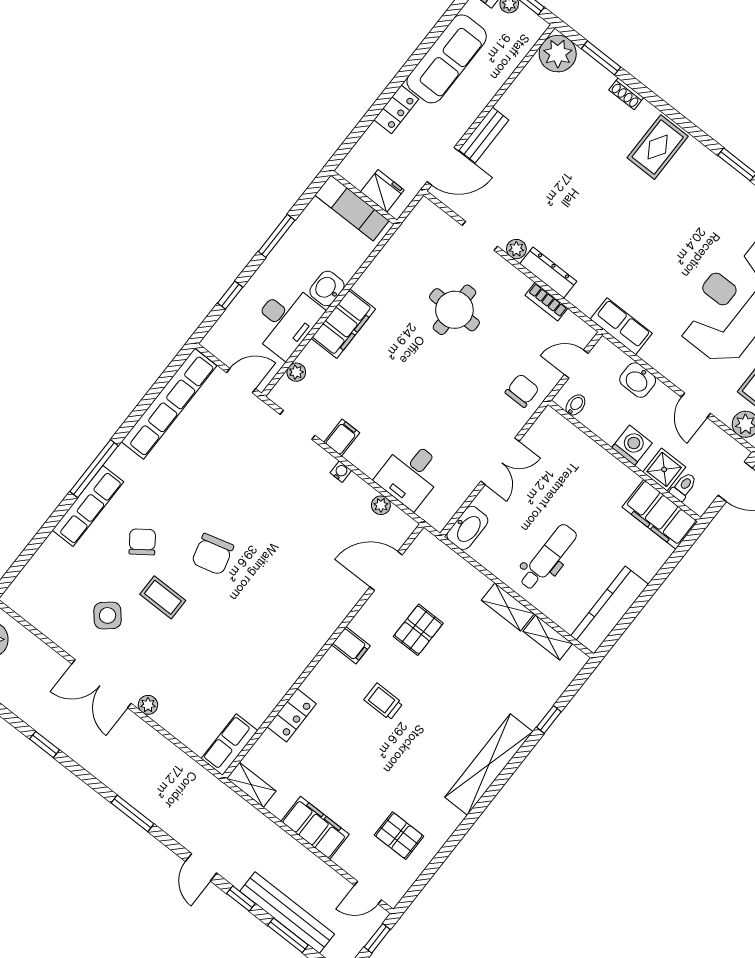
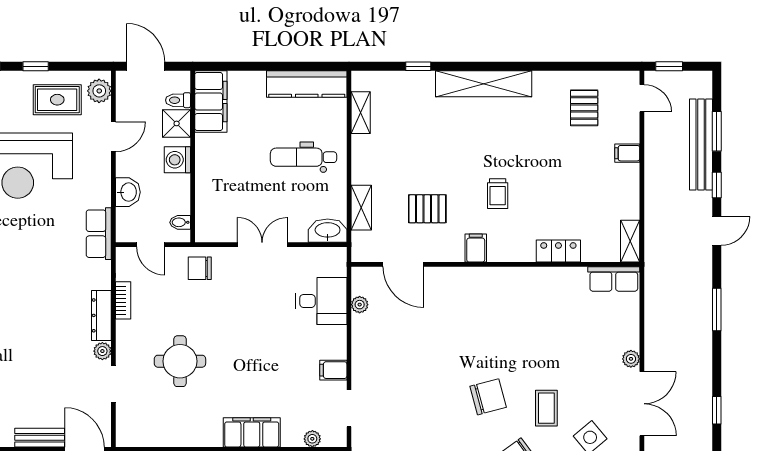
water cooler: (341, 472) -> (358, 352), removed
shelving: (508, 607) -> (361, 208), moved
filing cabinet: (315, 828) -> (627, 153), width x0.33, depth x0.86

